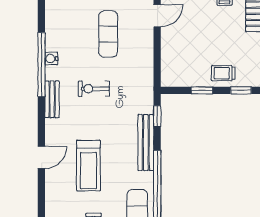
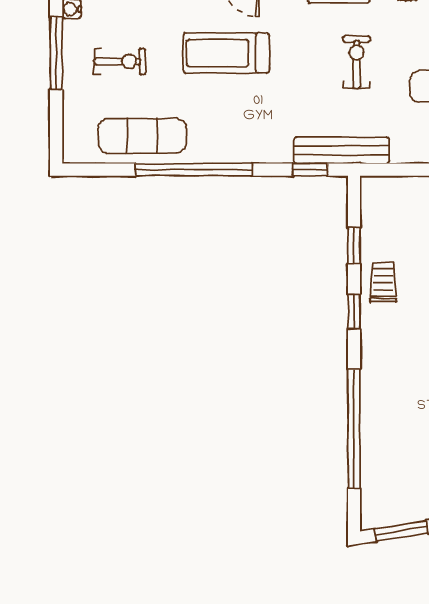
bench: (146, 143) -> (342, 150), moved

